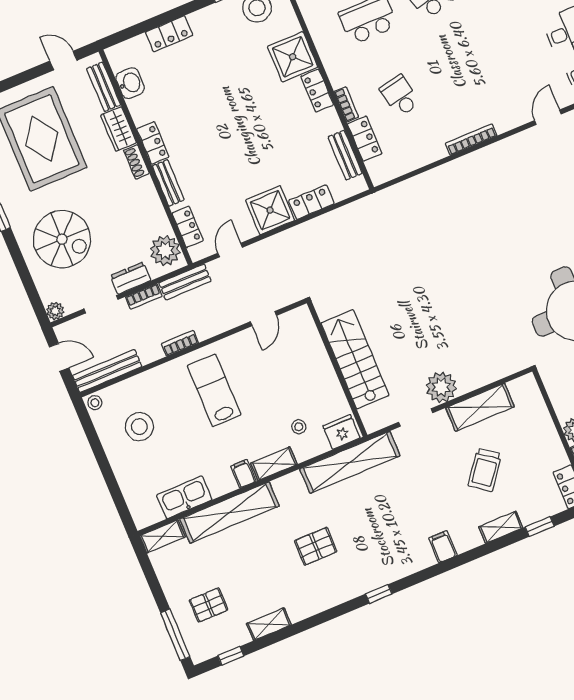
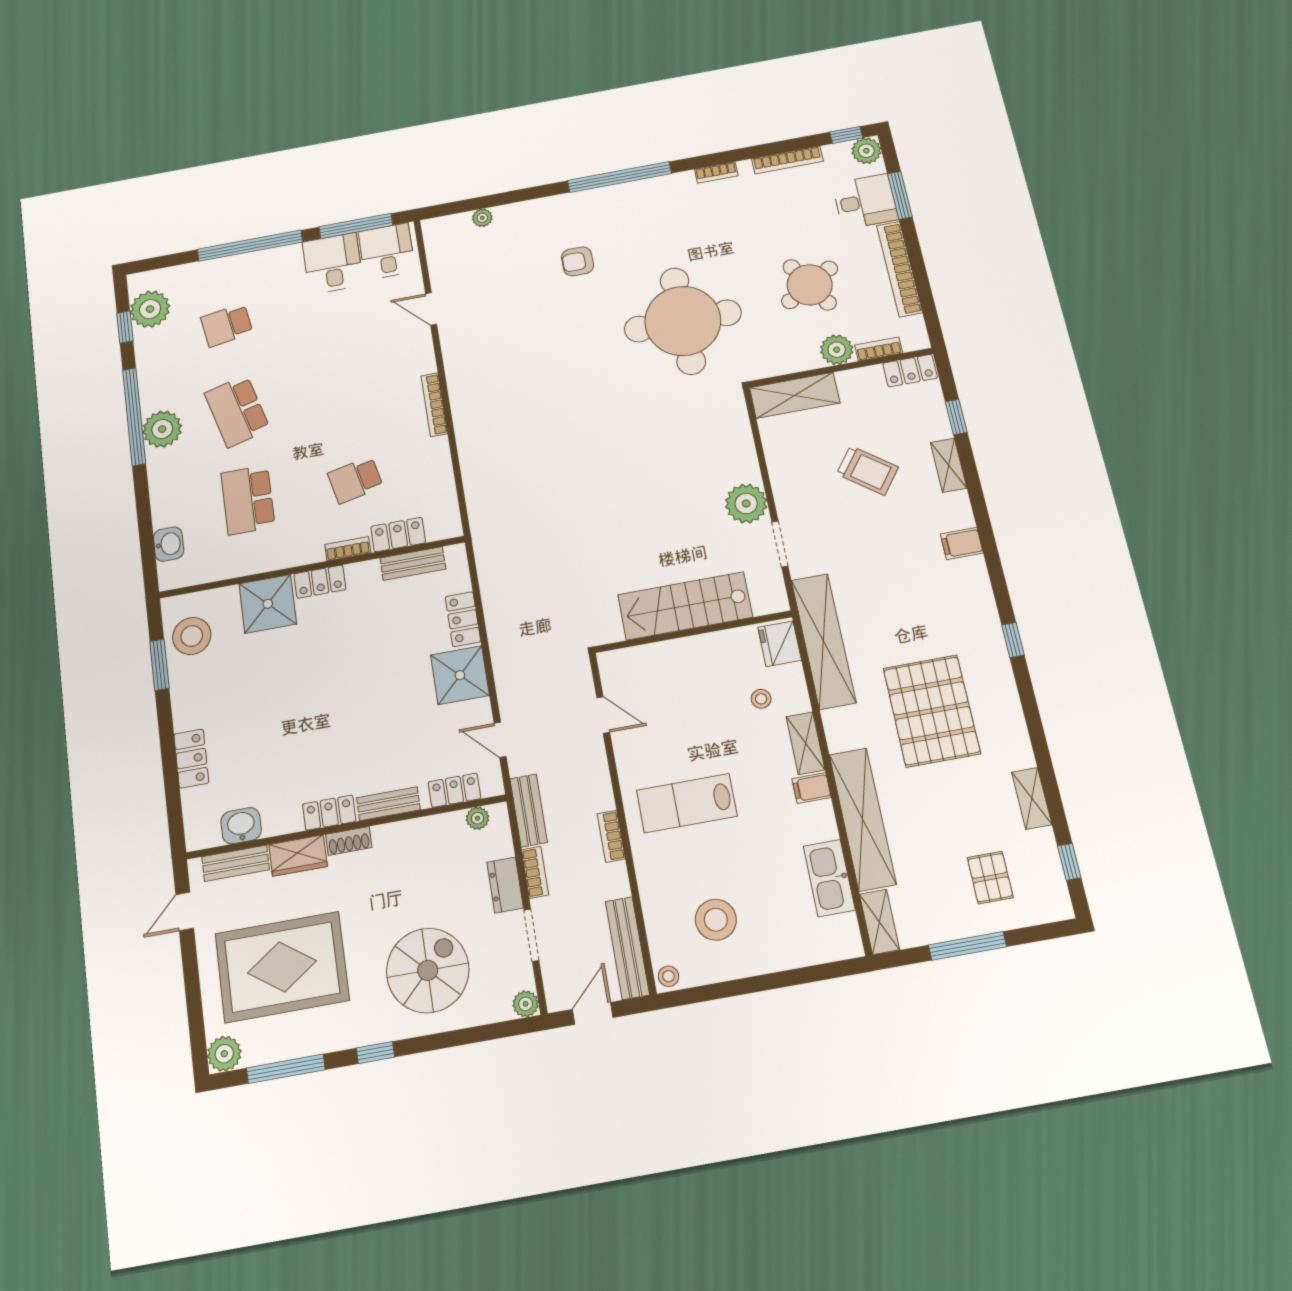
plant: (165, 251) -> (478, 818), width x0.53, depth x0.53
shelving: (480, 407) -> (795, 395), moved, turned 90
pallet: (316, 546) -> (932, 711), width x2.05, depth x2.00
window: (175, 635) -> (967, 946), moved

